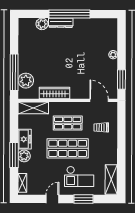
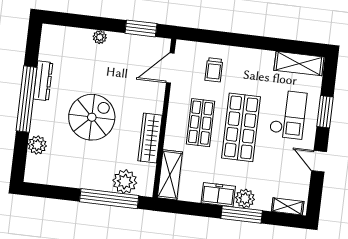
dresser: (61, 23) -> (43, 81), moved
spiral stairs: (63, 56) -> (92, 117), added

